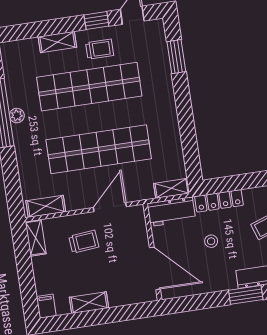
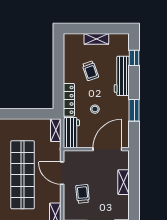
window: (246, 295) -> (134, 110), moved
shelving: (89, 303) -> (124, 182), moved

